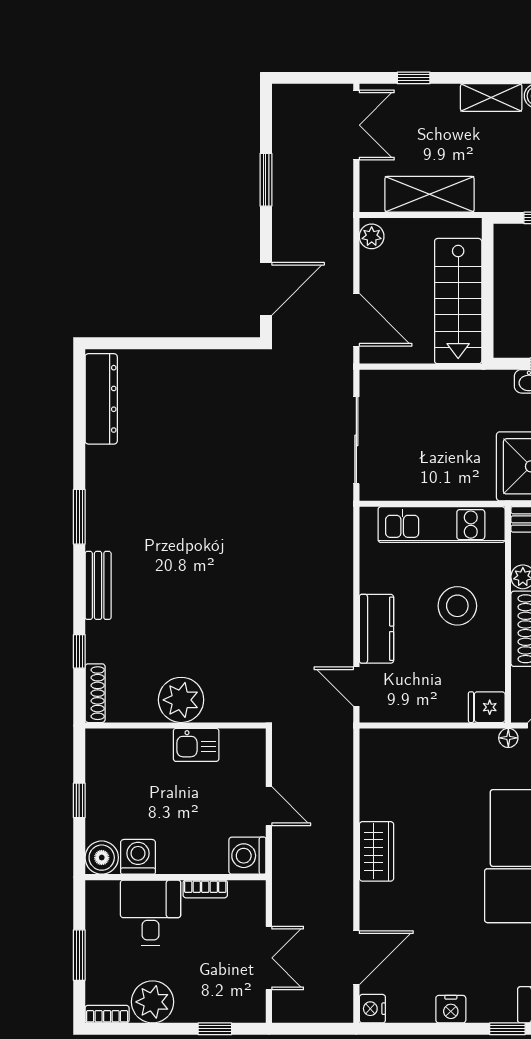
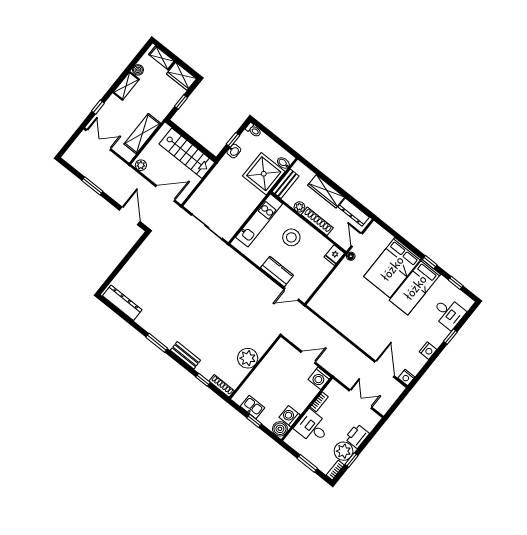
kitchen sink: (196, 745) -> (253, 407), moved, turned -90
wardrobe: (376, 851) -> (353, 333), removed
printer: (198, 1004) -> (357, 436), added
window: (215, 1029) -> (352, 460), moved

